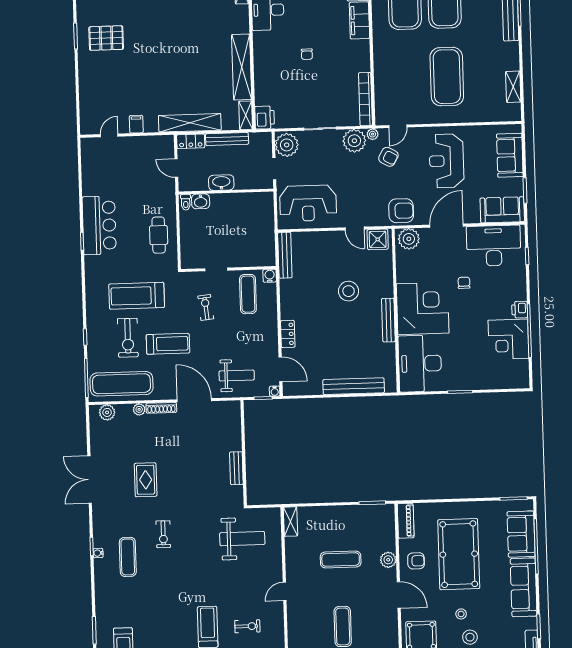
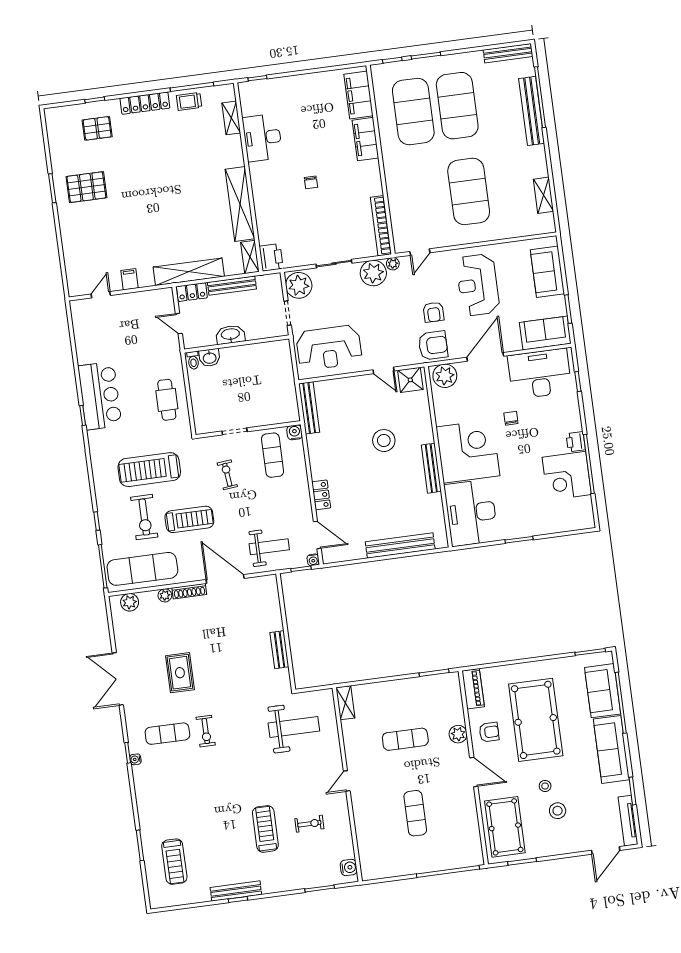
armchair: (388, 157) -> (434, 312), moved, turned 61
exercise mat: (128, 557) -> (167, 734), moved, turned 90

